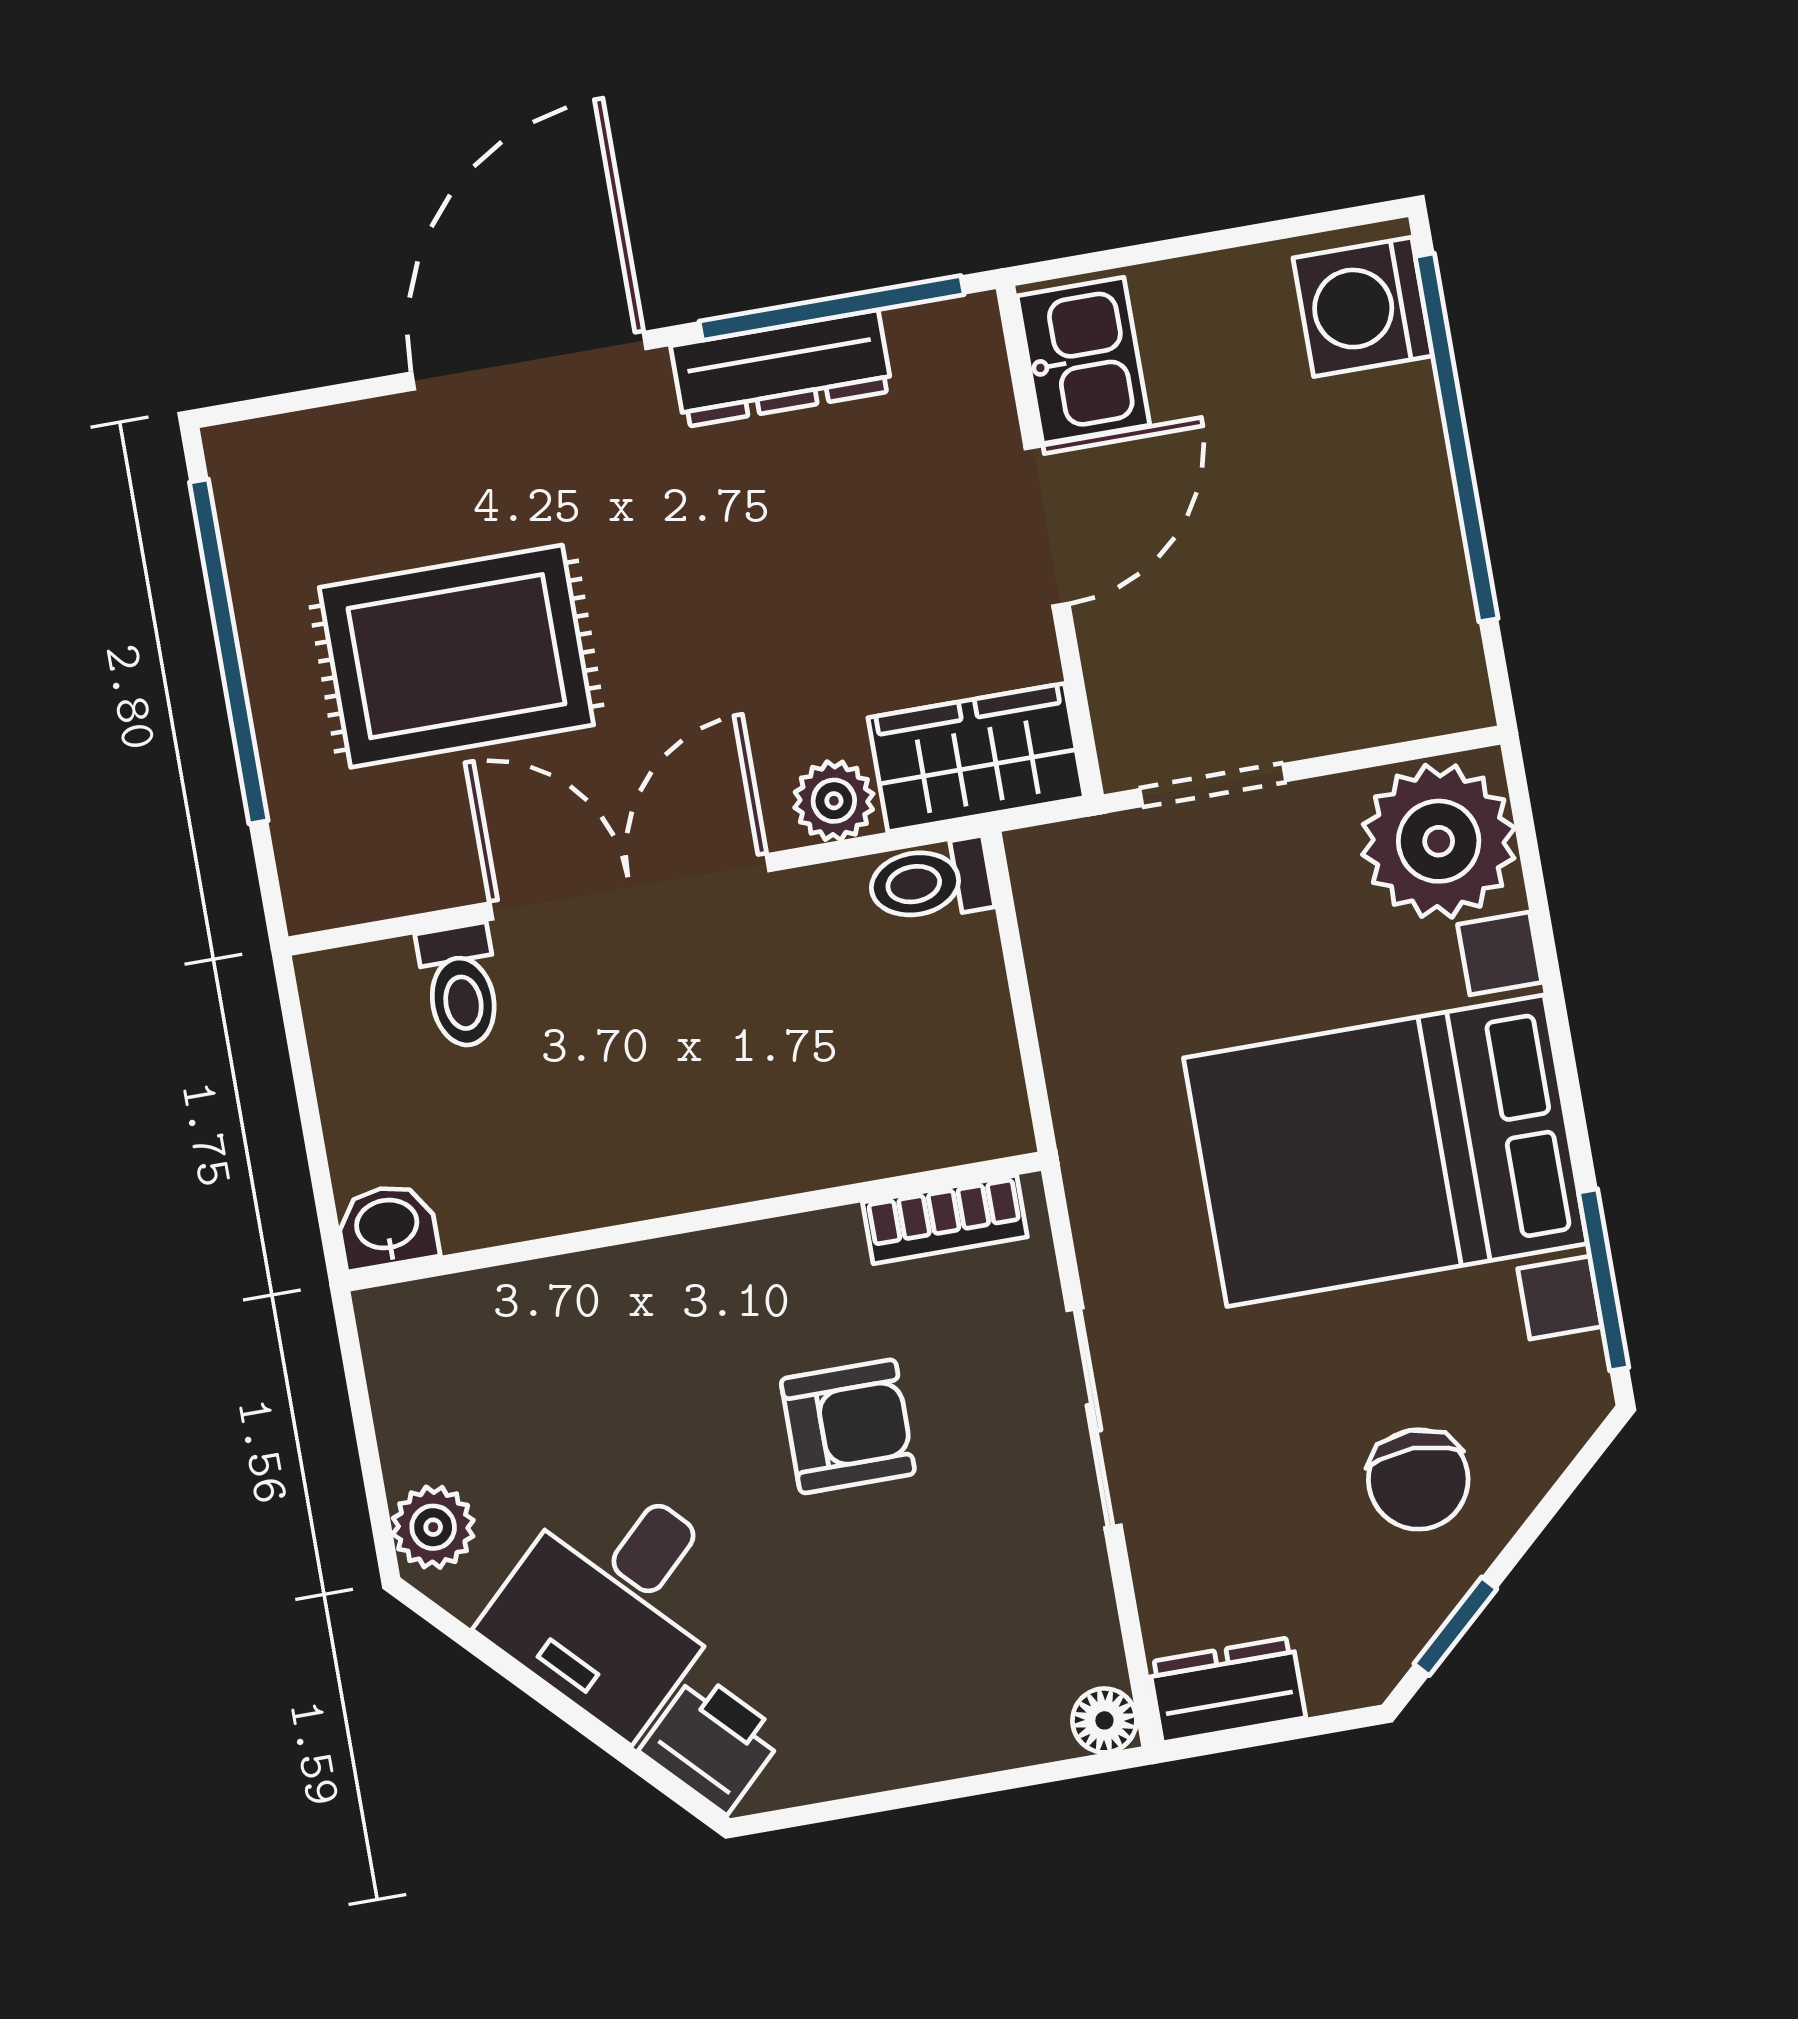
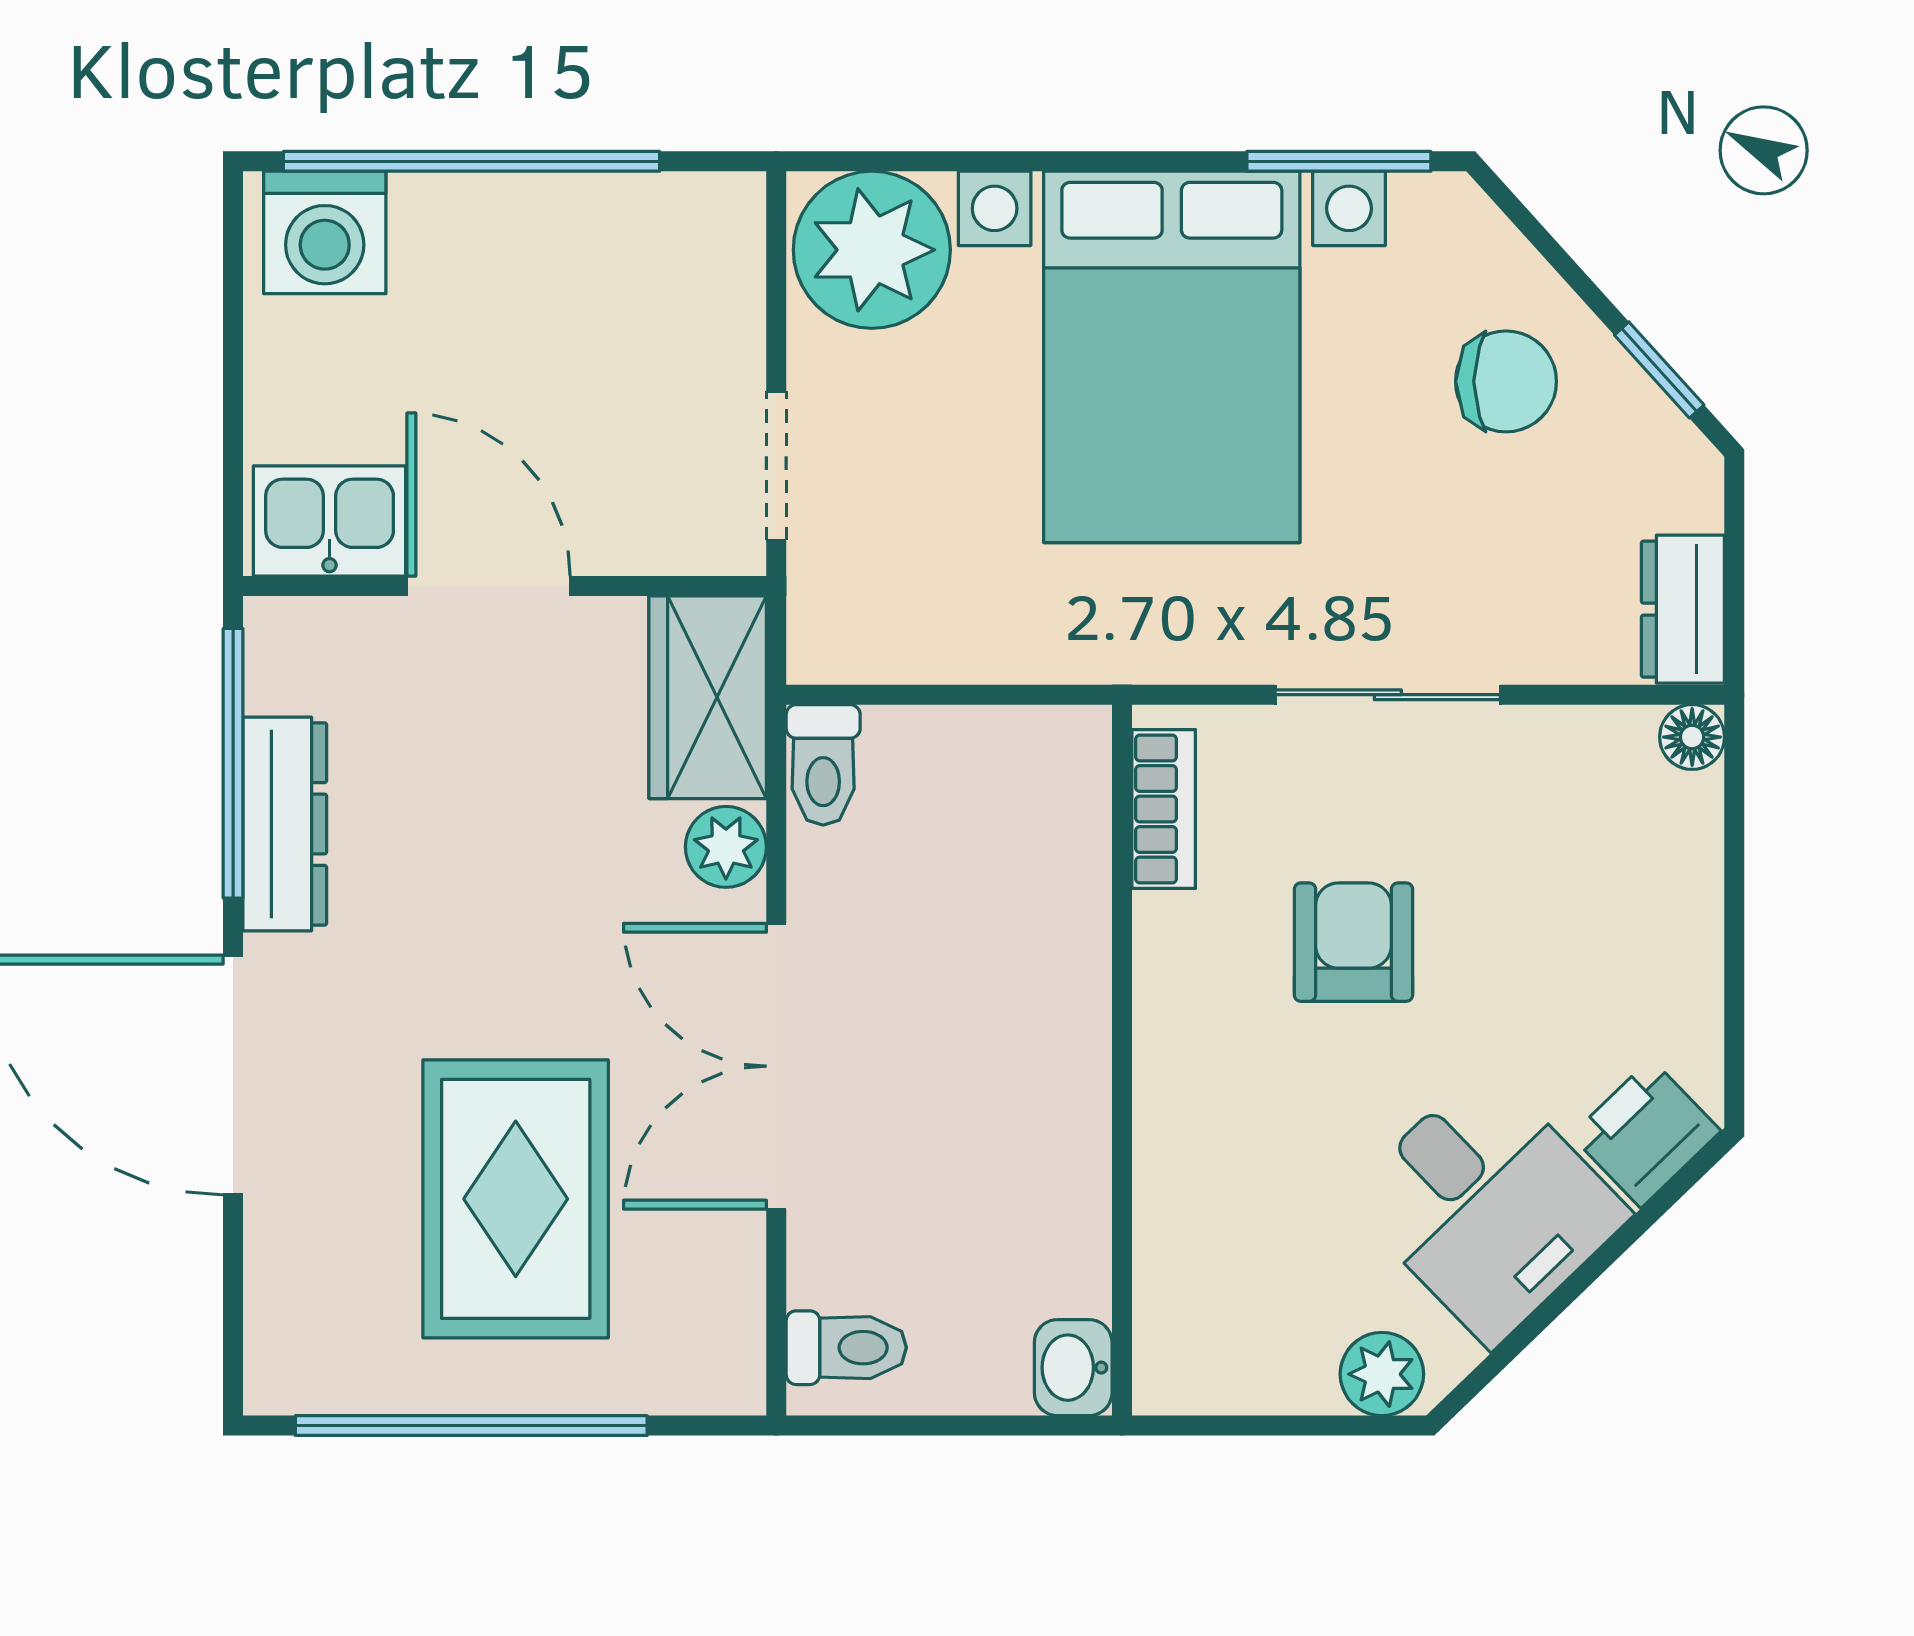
toilet: (461, 986) -> (846, 1348), moved

